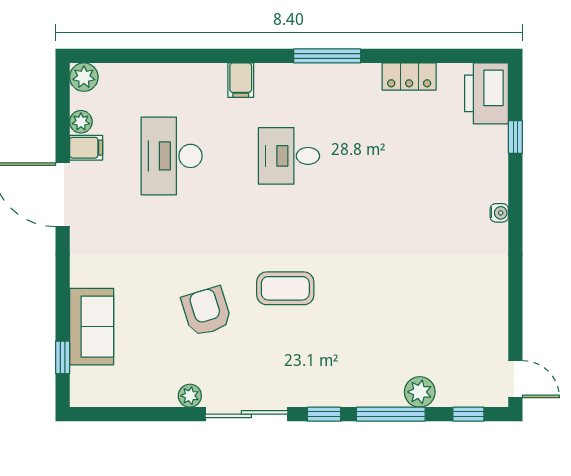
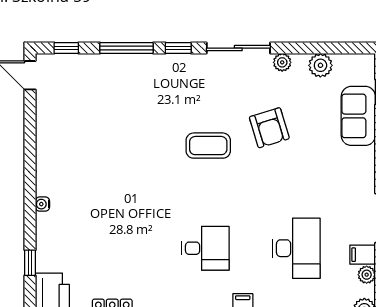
plant: (420, 392) -> (320, 65), moved

